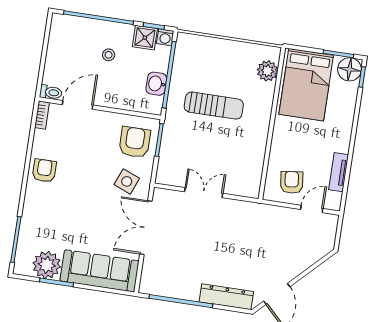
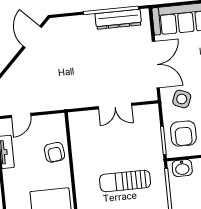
washbasin: (156, 84) -> (182, 168), moved, turned 90
armchair: (292, 182) -> (54, 152), moved
dresser: (226, 297) -> (118, 19), moved

